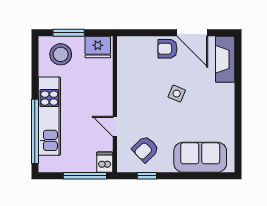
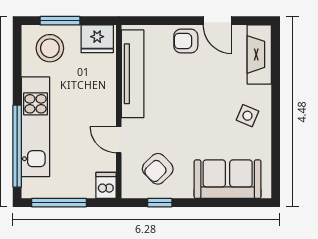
door: (192, 33) -> (218, 21), width x0.73
tv unit: (126, 74) -> (133, 74), added
side table: (177, 94) -> (247, 116), moved
window: (85, 176) -> (59, 203), moved

